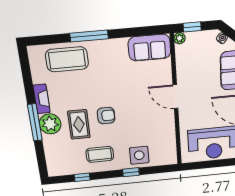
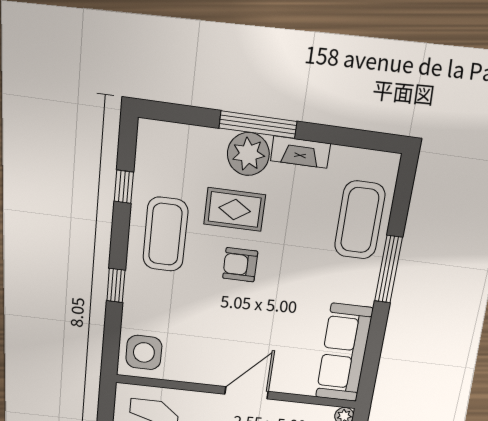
sofa: (149, 48) -> (344, 353), width x1.36
armchair: (106, 116) -> (240, 265), turned 90
coffee table: (100, 154) -> (165, 234), width x1.36, depth x1.32
side table: (139, 155) -> (144, 352), moved

